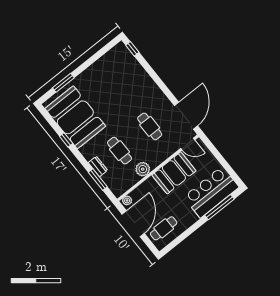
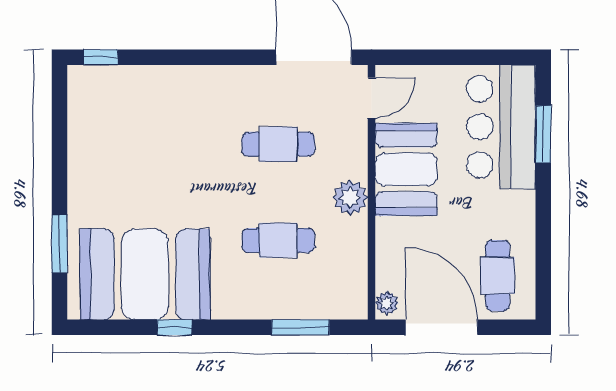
dresser: (98, 166) -> (275, 307), removed
plant: (143, 169) -> (350, 198), moved
window: (219, 207) -> (543, 134), width x0.69

